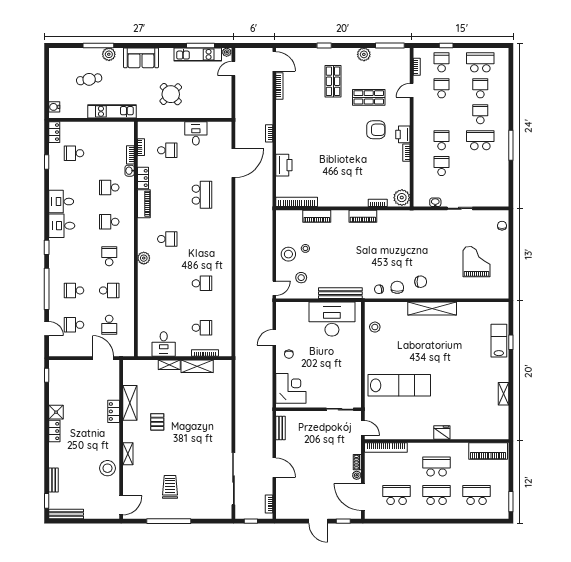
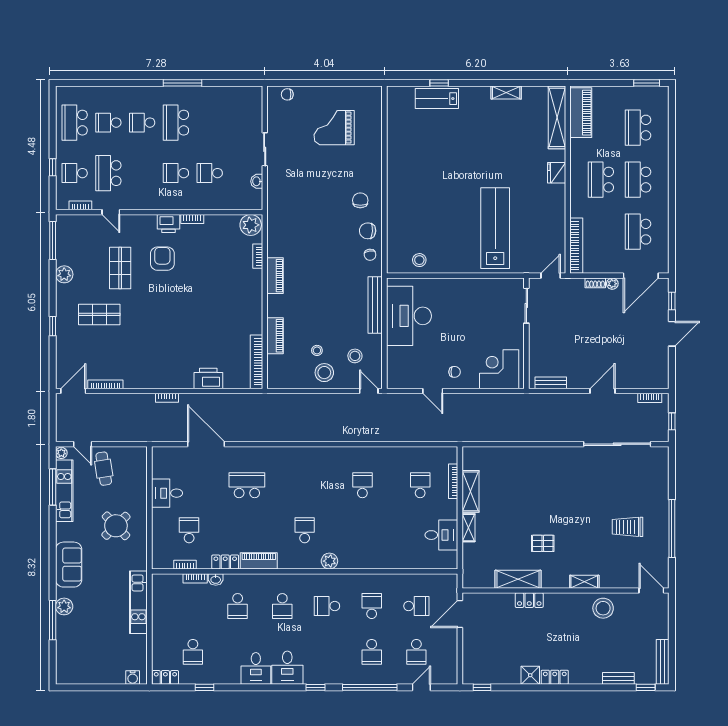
cafe table: (89, 79) -> (104, 469), moved
school desk: (442, 88) -> (108, 173), width x1.85
shelving: (432, 309) -> (557, 117), moved

